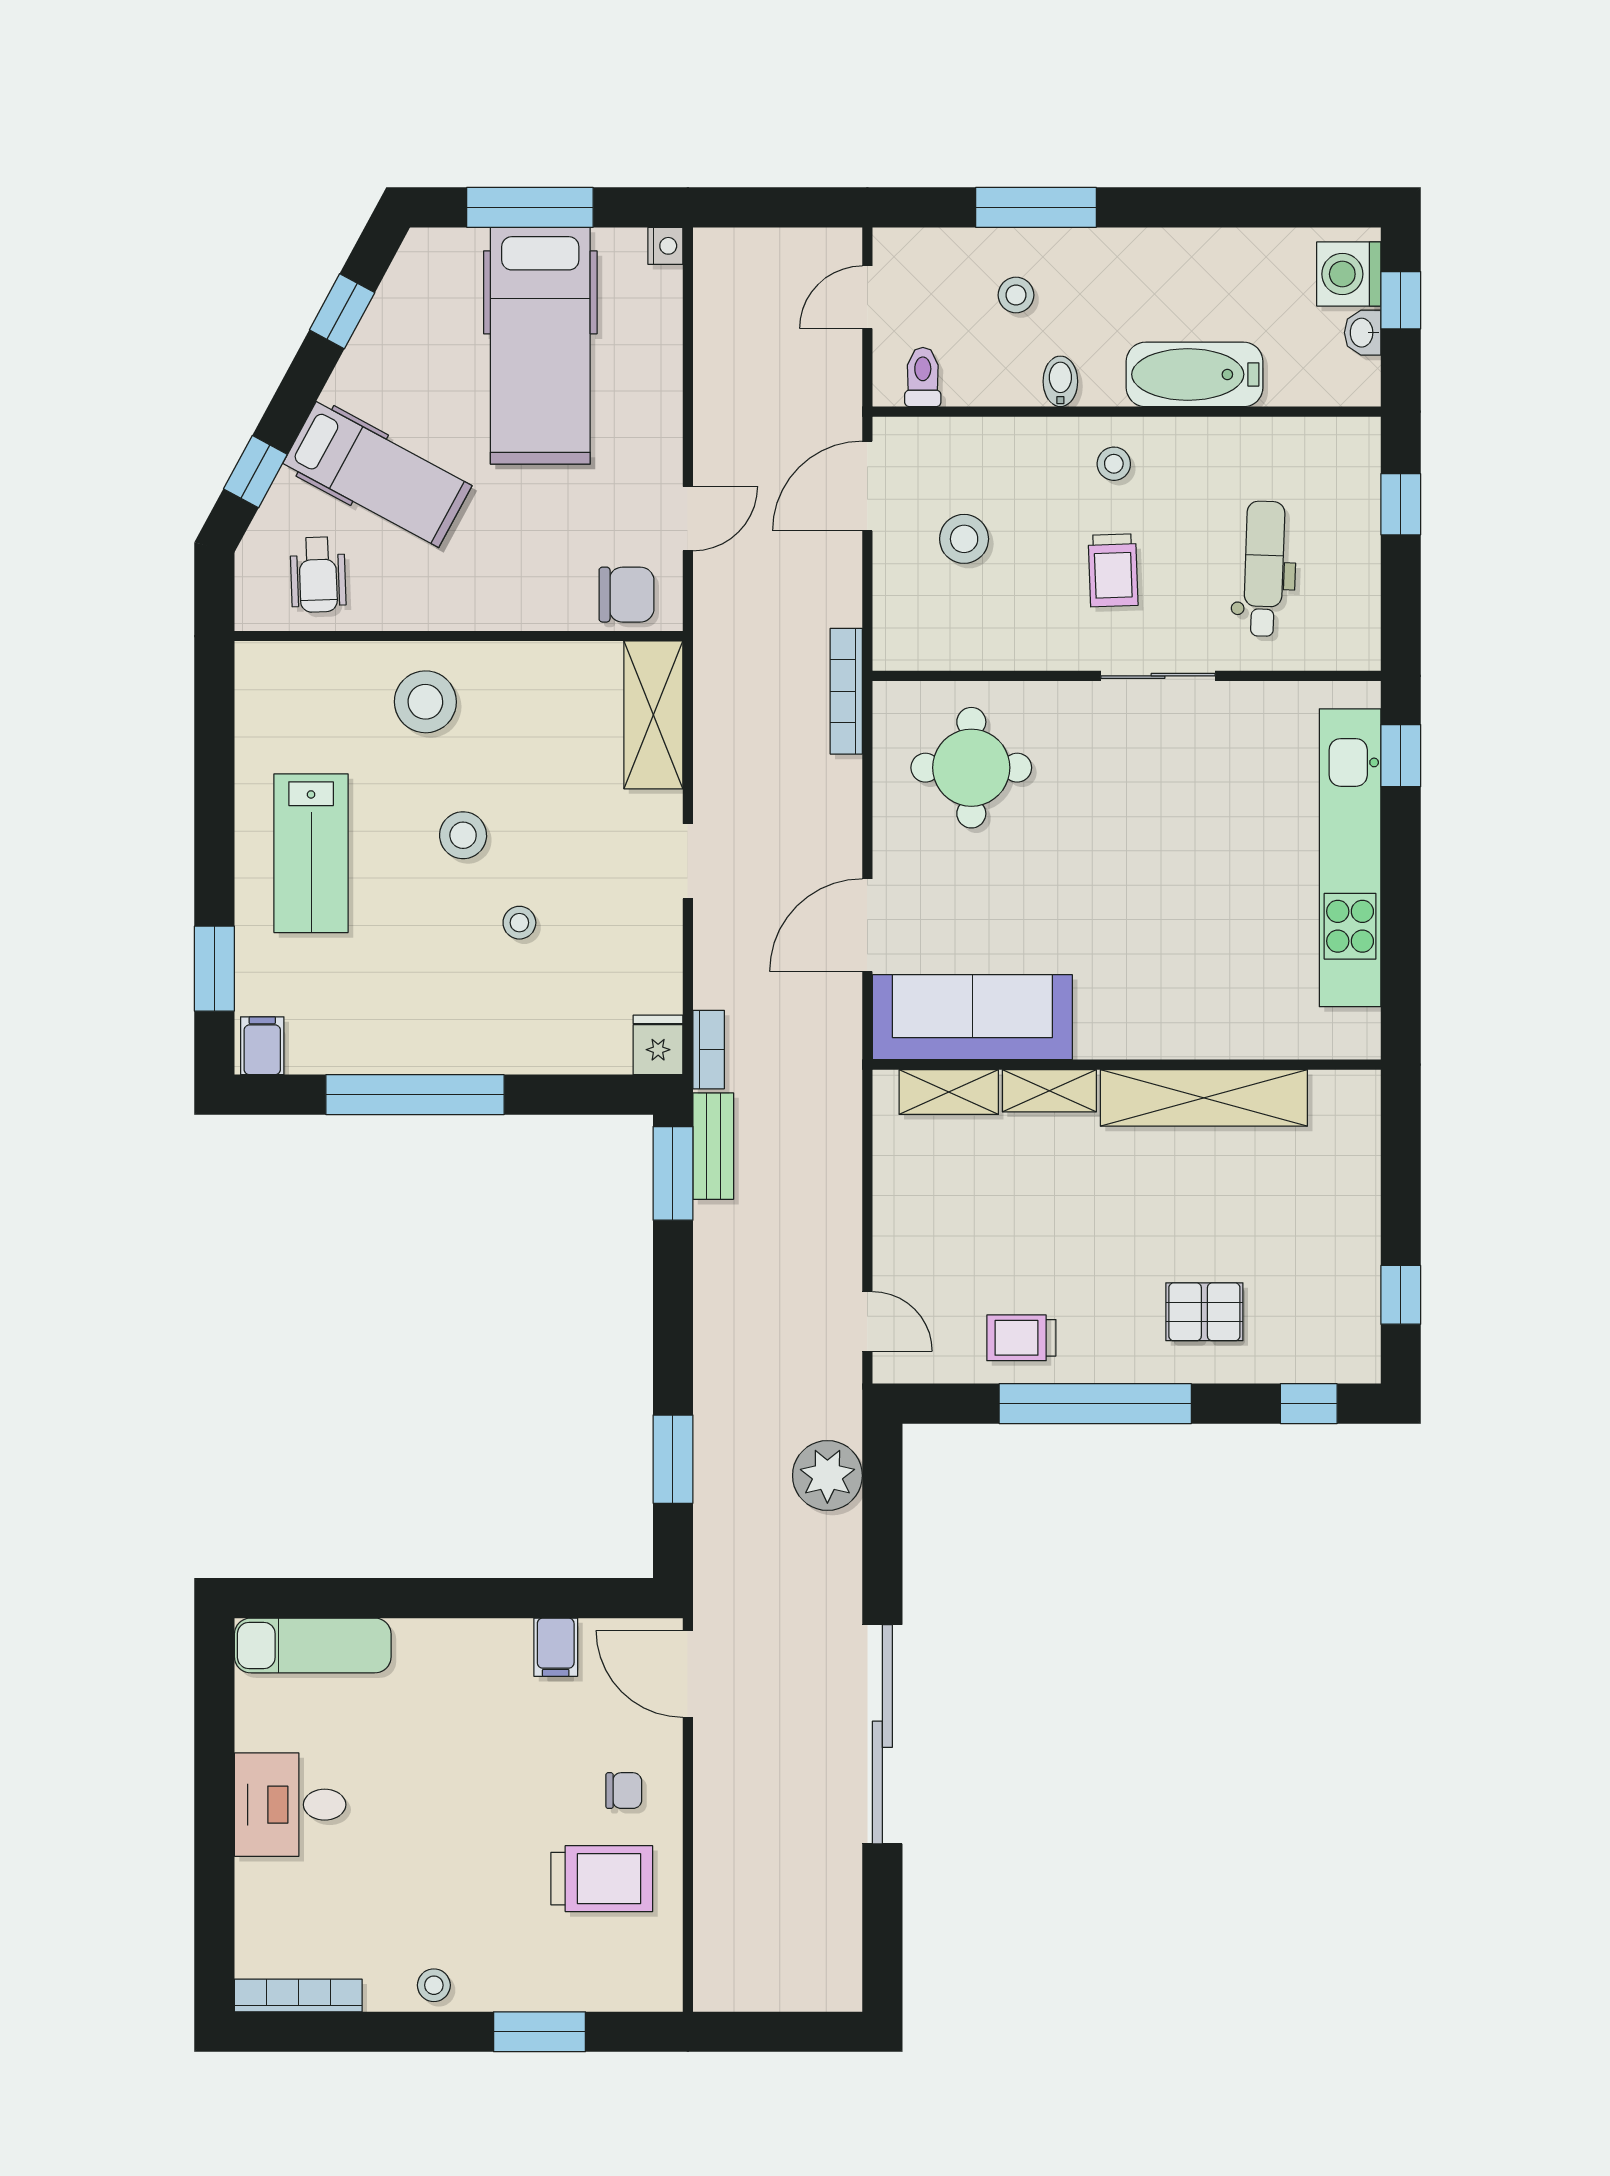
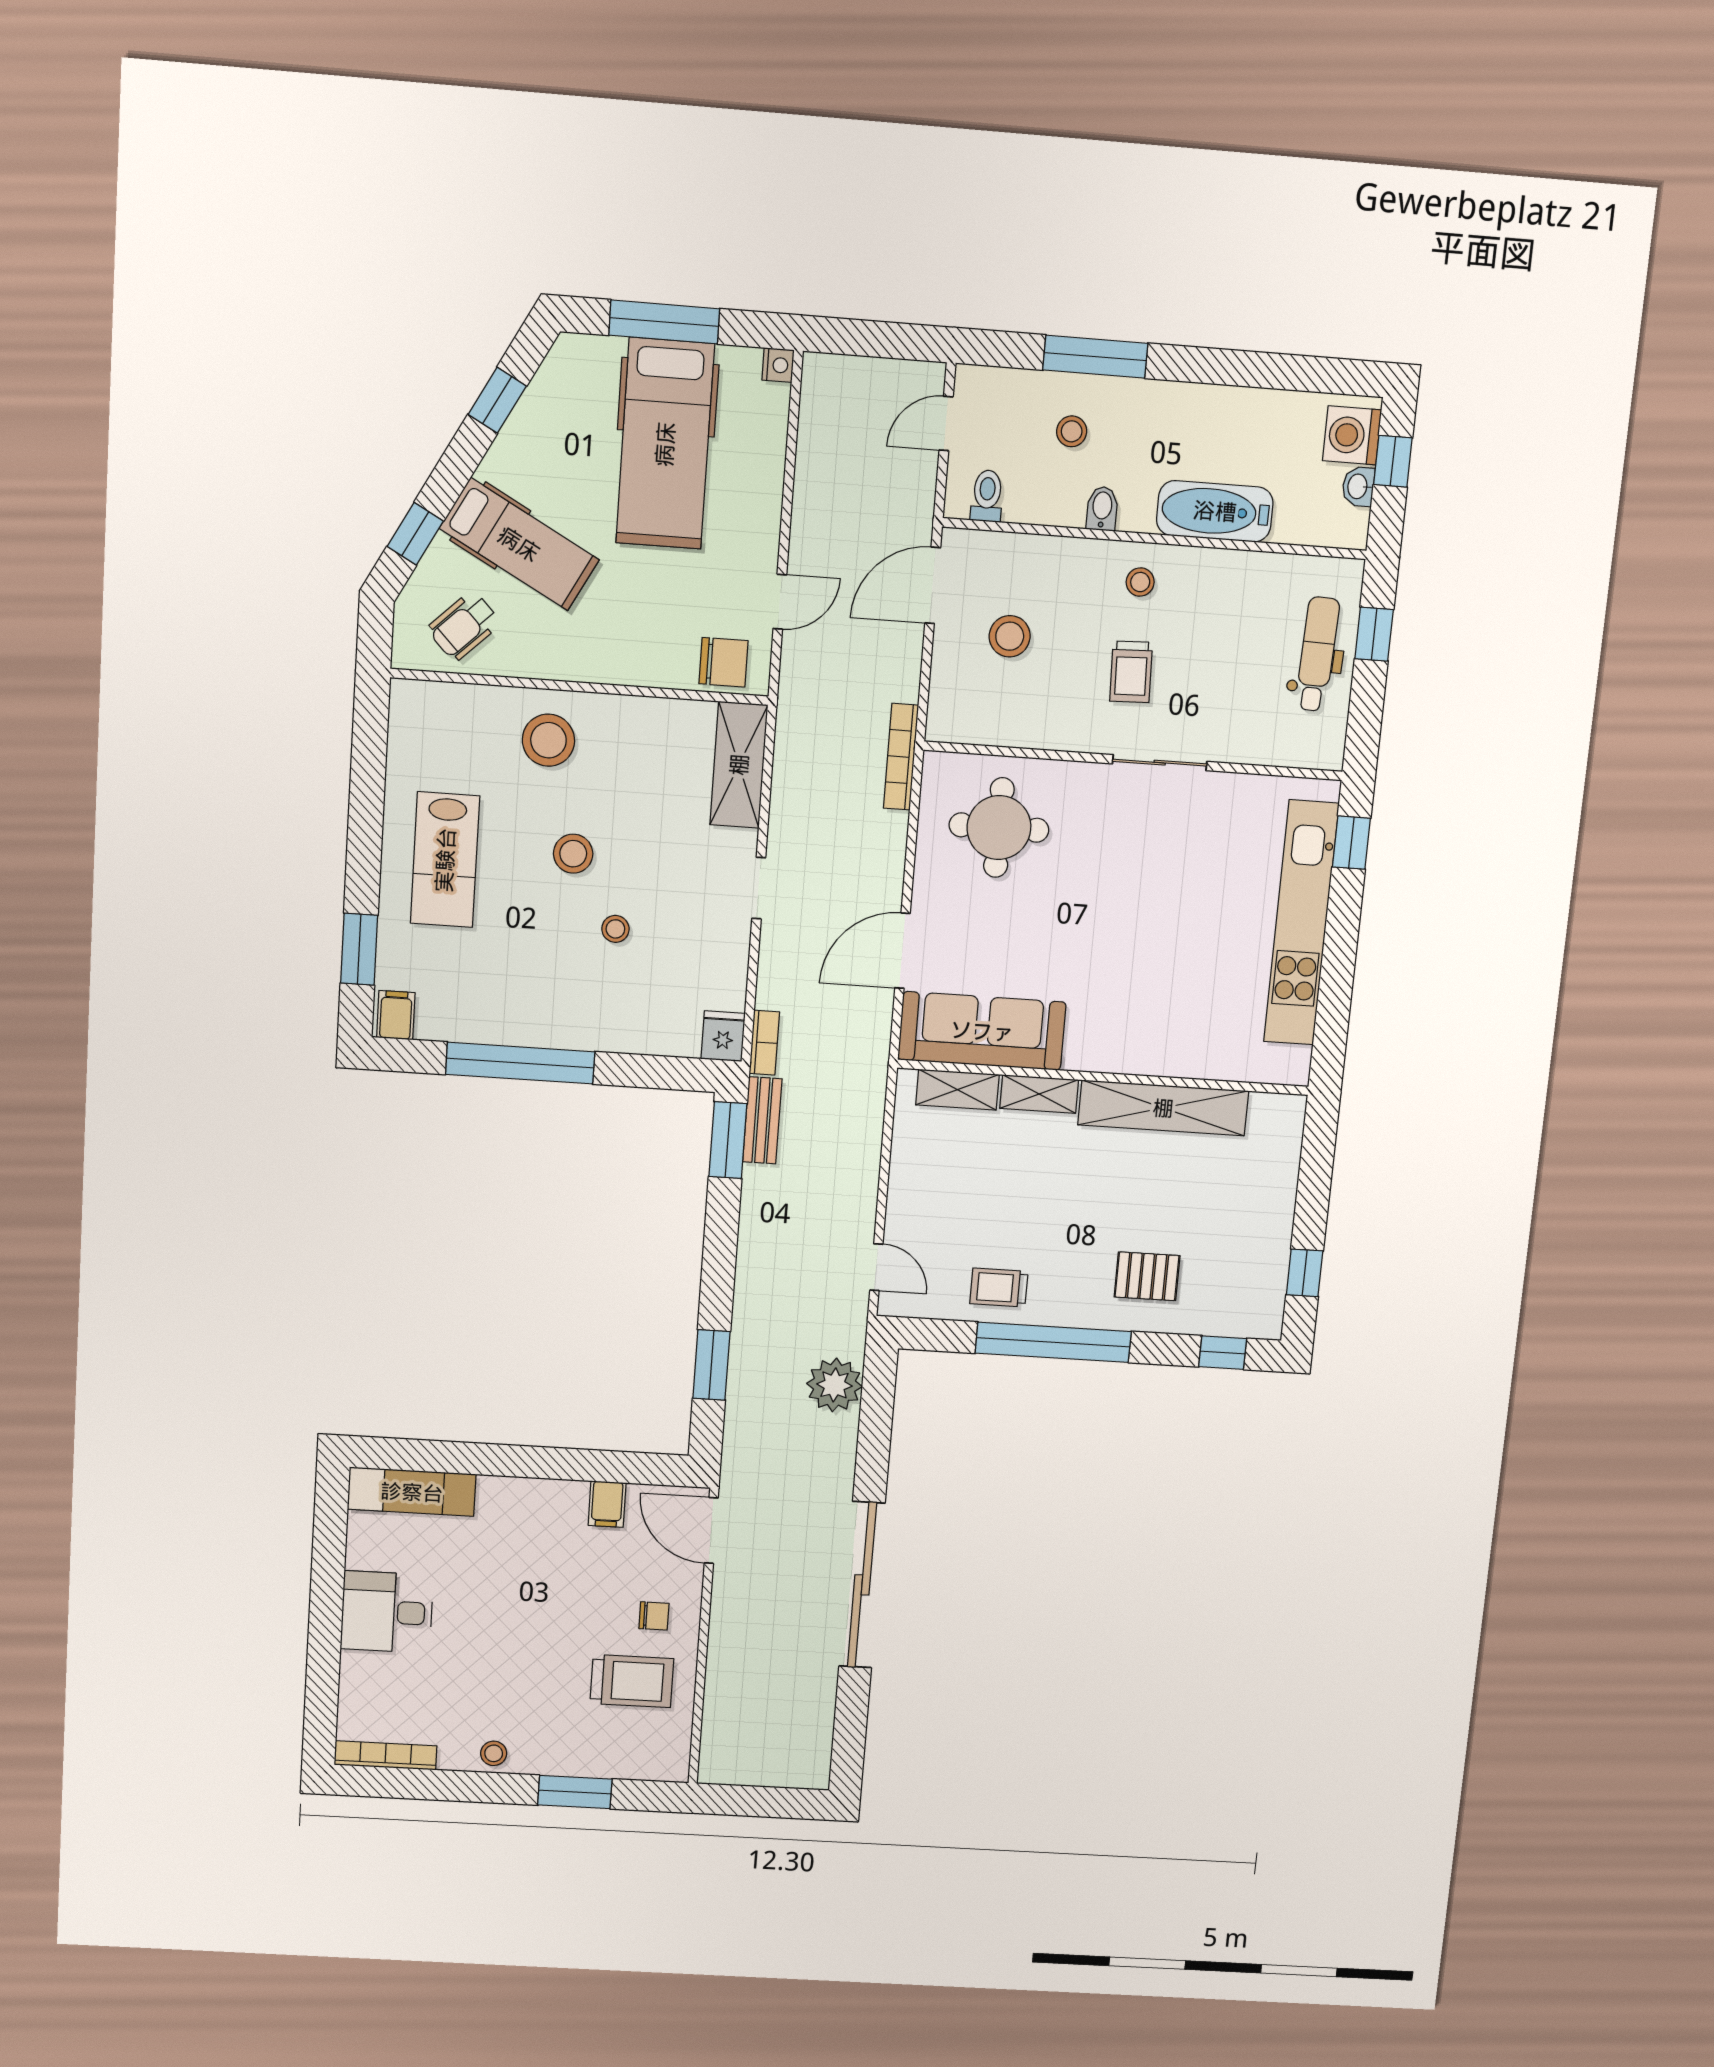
dental chair: (1264, 569) -> (1317, 654), moved
wheelchair: (318, 575) -> (464, 626), turned 48

